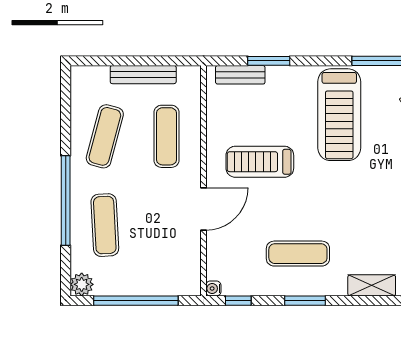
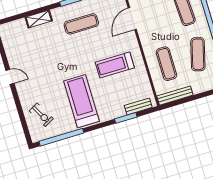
bench: (143, 75) -> (175, 96), moved
treadmill: (260, 162) -> (115, 65), turned 180
door: (203, 209) -> (132, 19), moved

